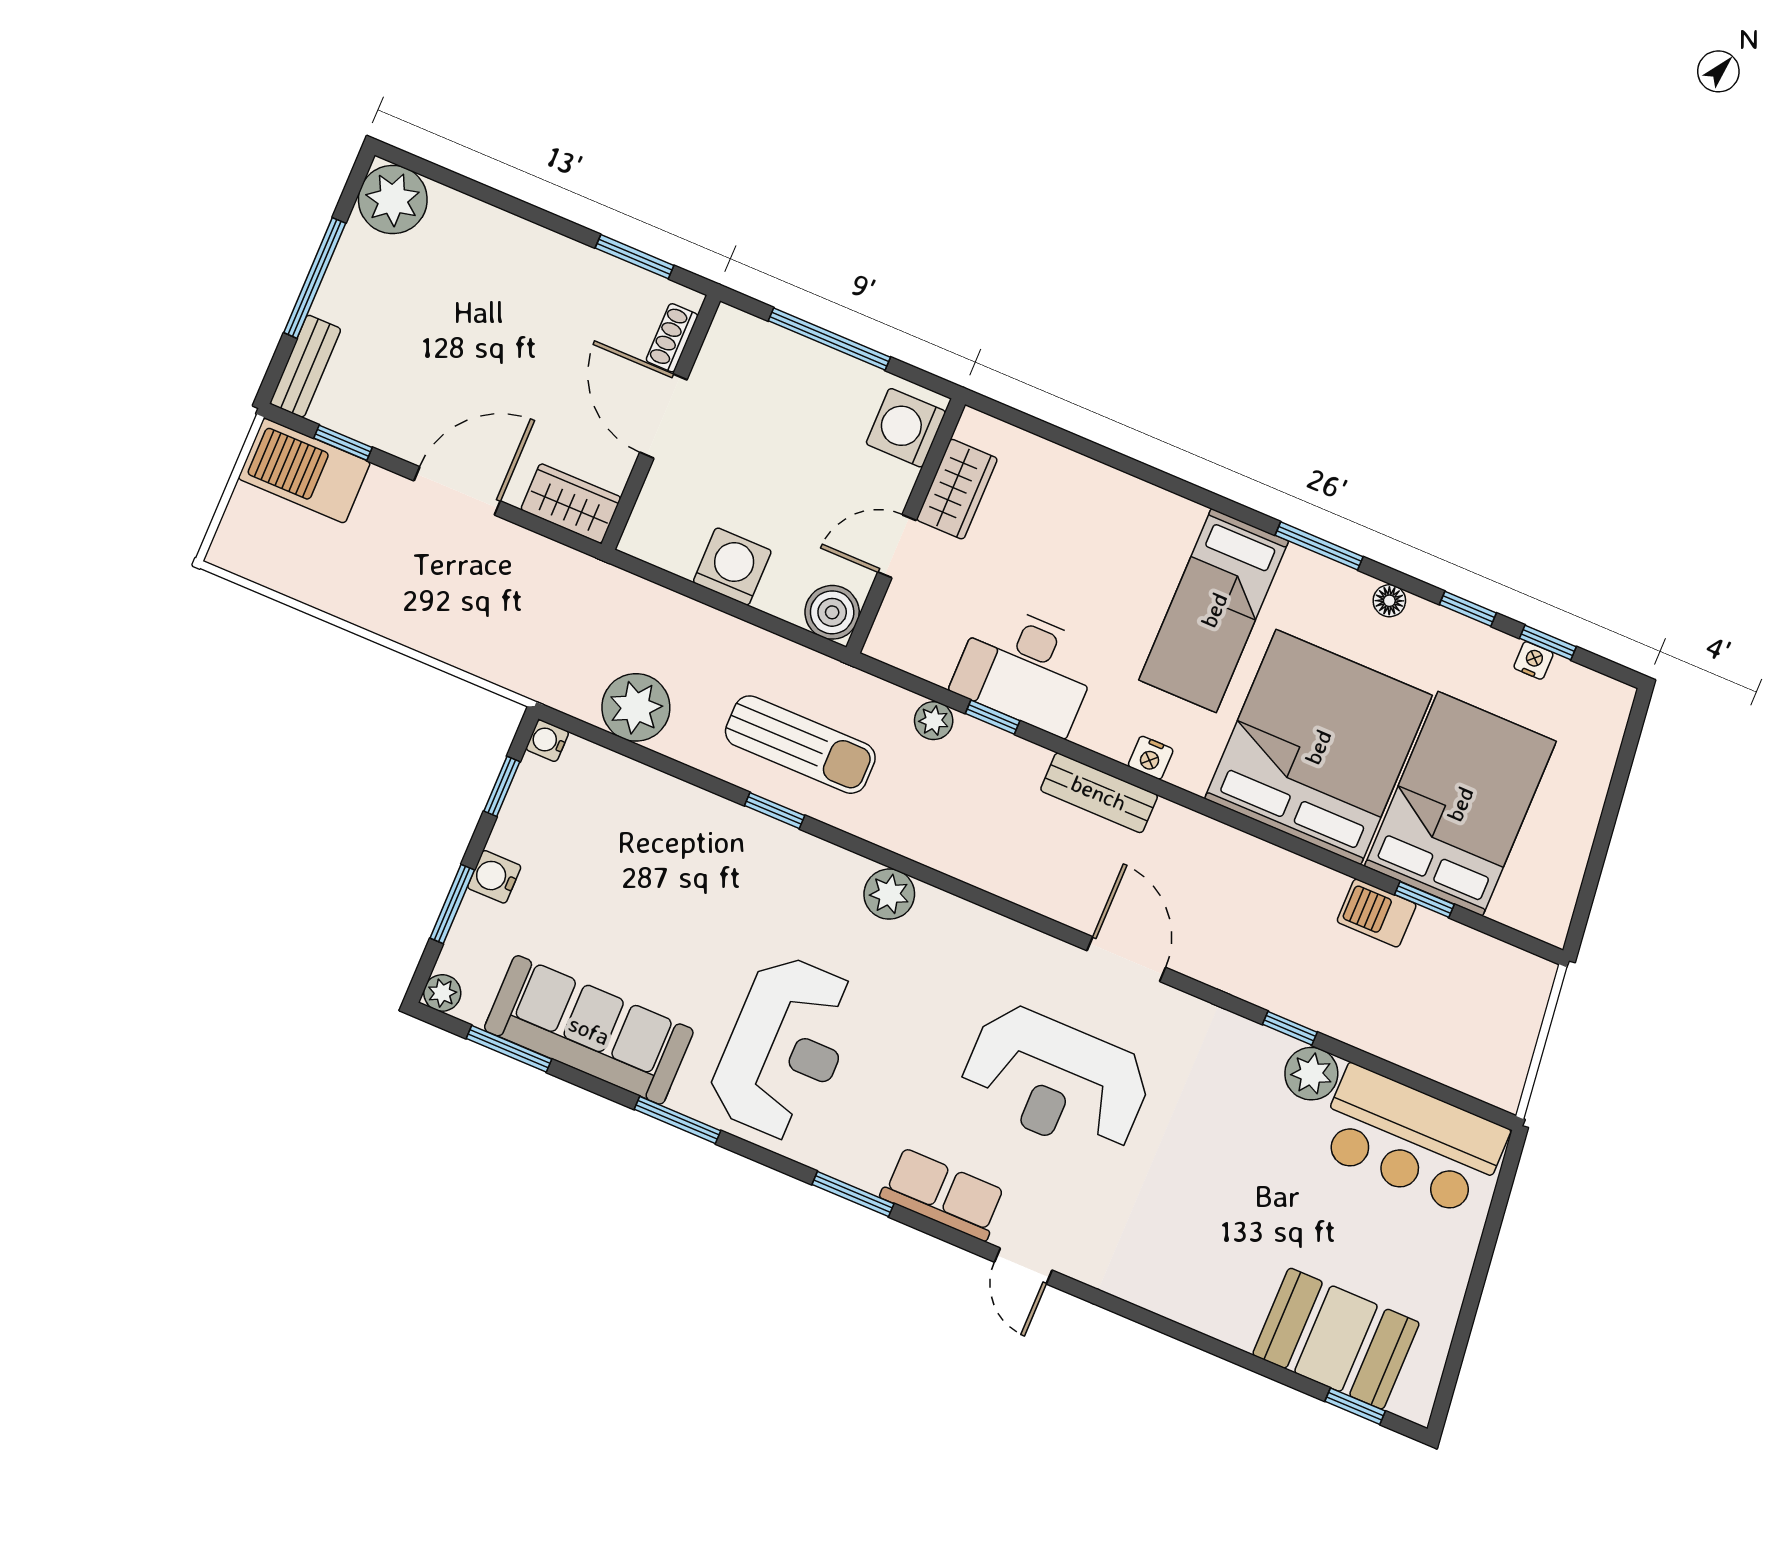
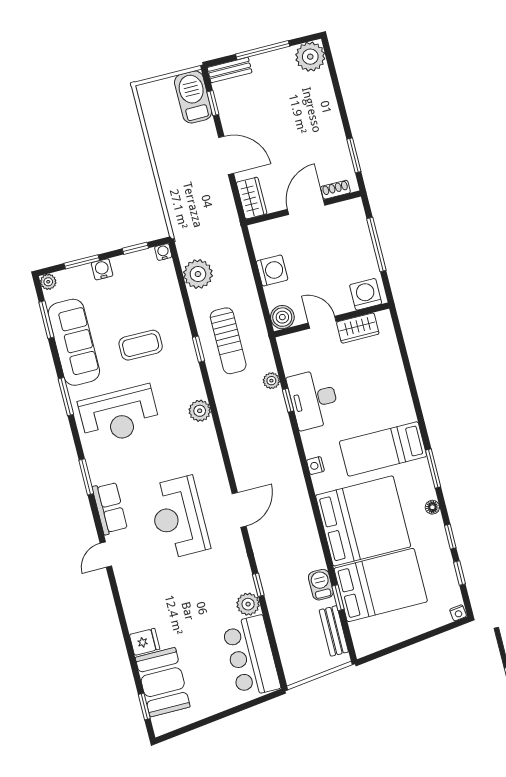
nightstand: (1533, 660) -> (458, 613), moved, turned 83
bench: (1099, 793) -> (334, 631), moved
coffee table: (687, 911) -> (141, 345), added
fridge: (1237, 1316) -> (145, 642), added

